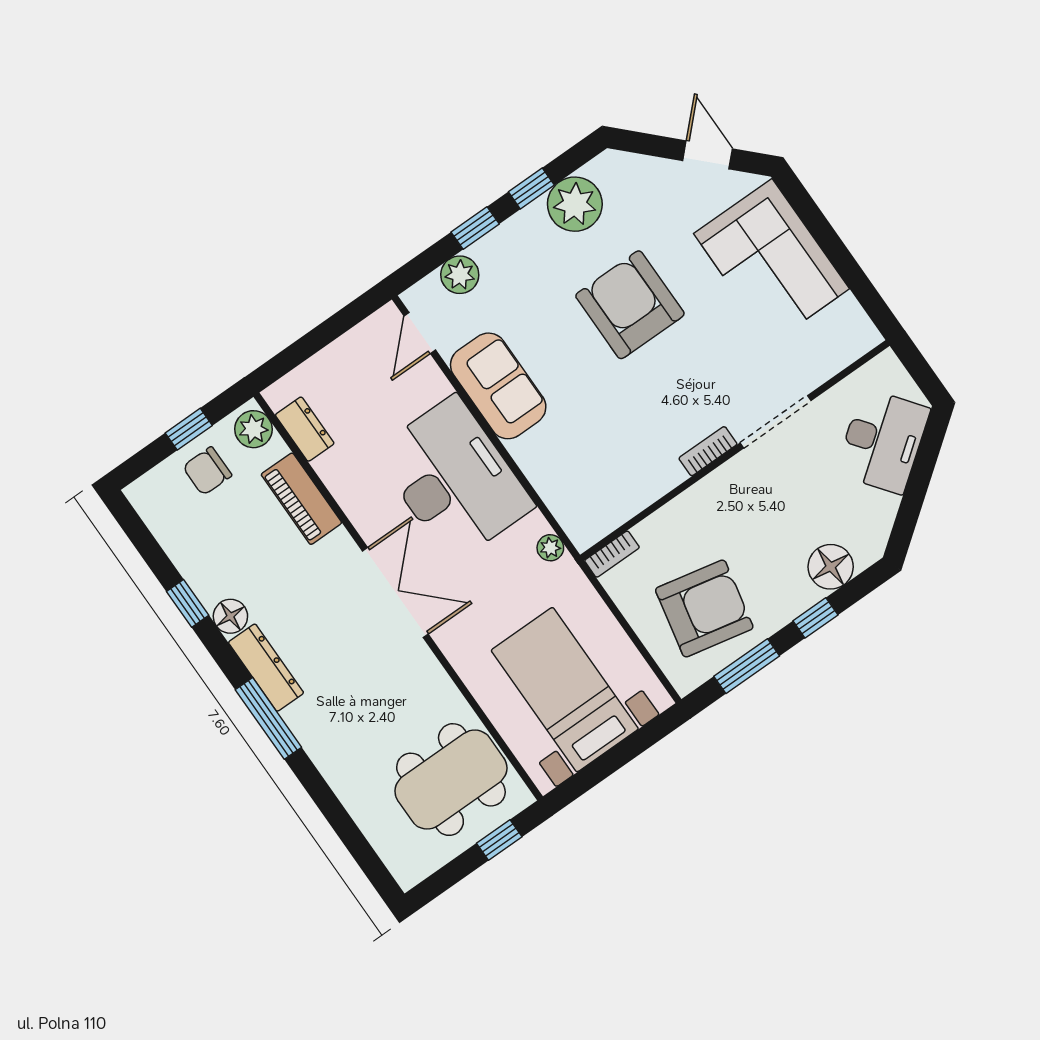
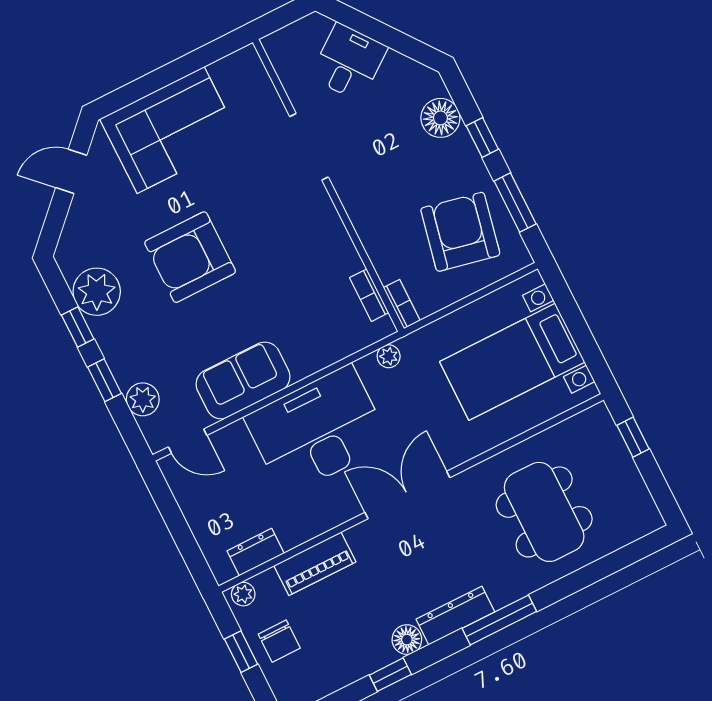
plant: (254, 429) -> (243, 594), width x0.73, depth x0.73
desk: (883, 441) -> (349, 62), width x0.73
bookcase: (708, 451) -> (369, 295), moved
dining table: (451, 780) -> (544, 512), moved

